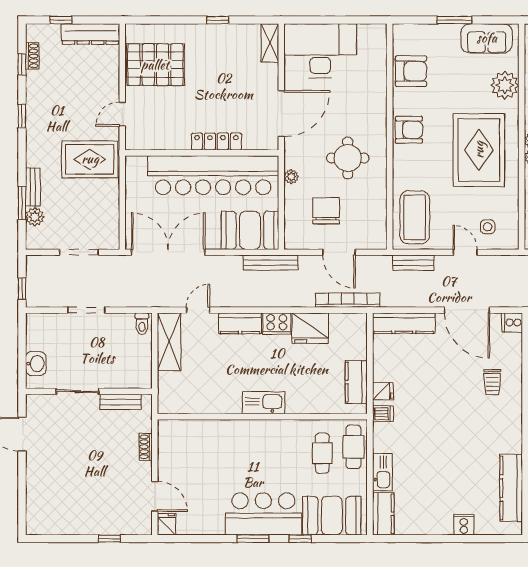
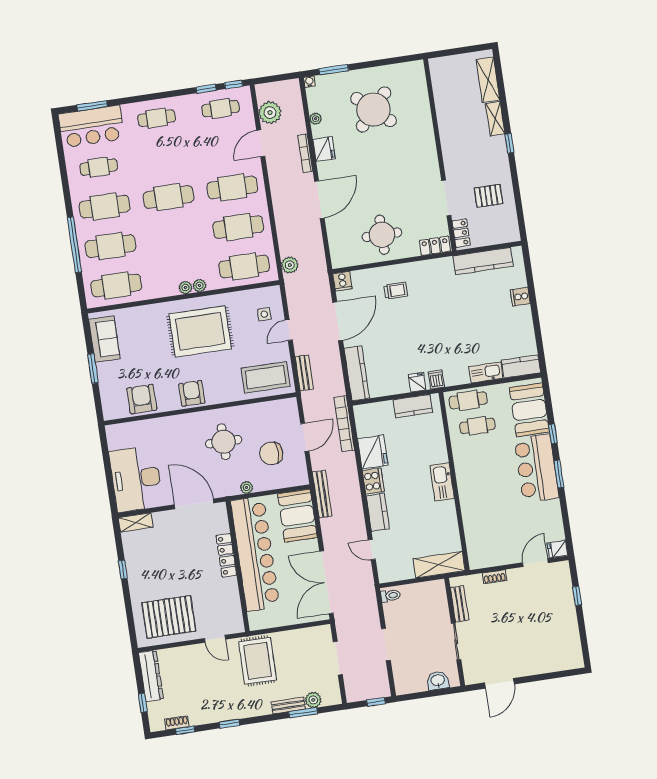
pallet: (155, 65) -> (169, 617), turned 90
plant: (505, 85) -> (142, 318), removed
shelving: (169, 342) -> (439, 565), moved

